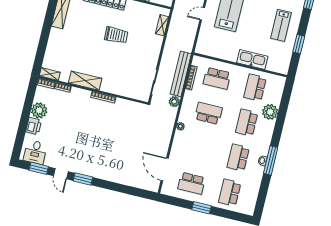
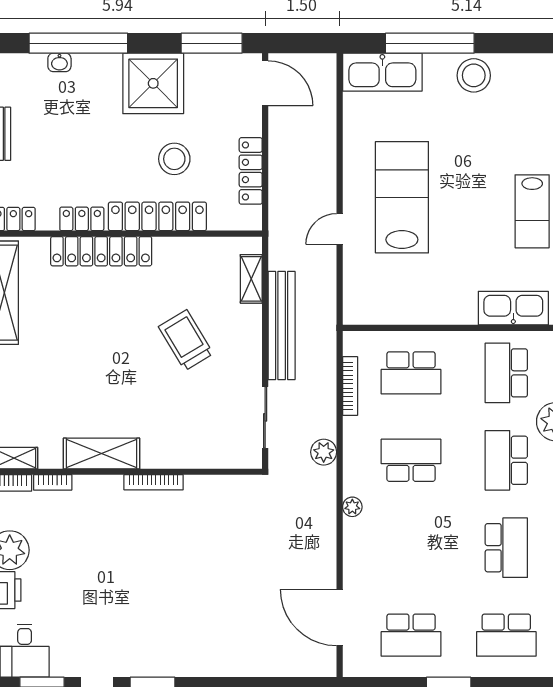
trolley: (116, 35) -> (186, 340), moved, turned -119
kitchen sink: (252, 59) -> (513, 308), moved
bench: (181, 74) -> (282, 325), moved
school desk: (238, 158) -> (506, 548), turned 180
school desk: (230, 193) -> (506, 635), turned -90

